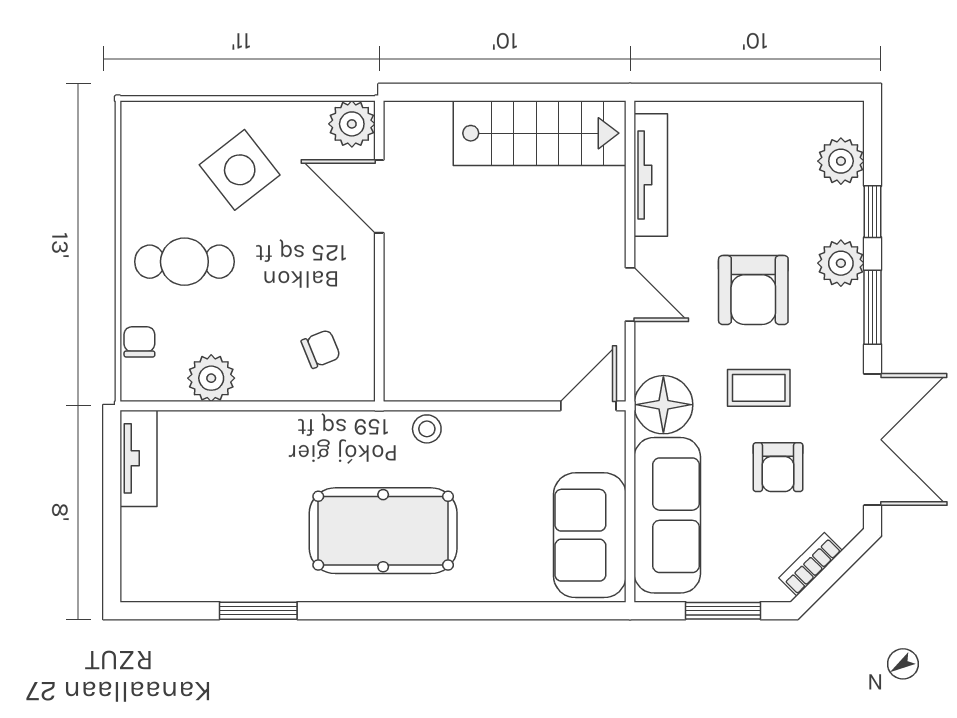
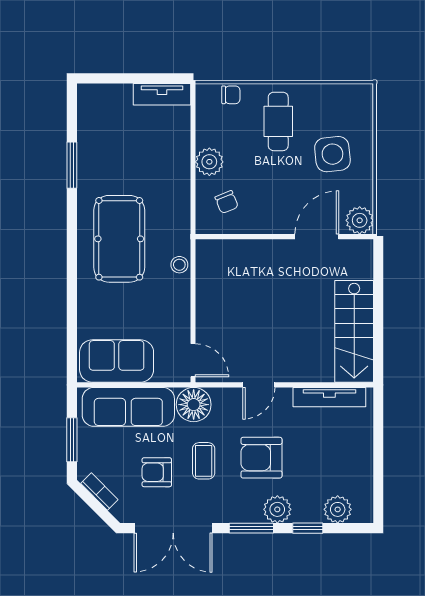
side table: (240, 170) -> (332, 154), turned 32
plant: (211, 378) -> (209, 162), moved

